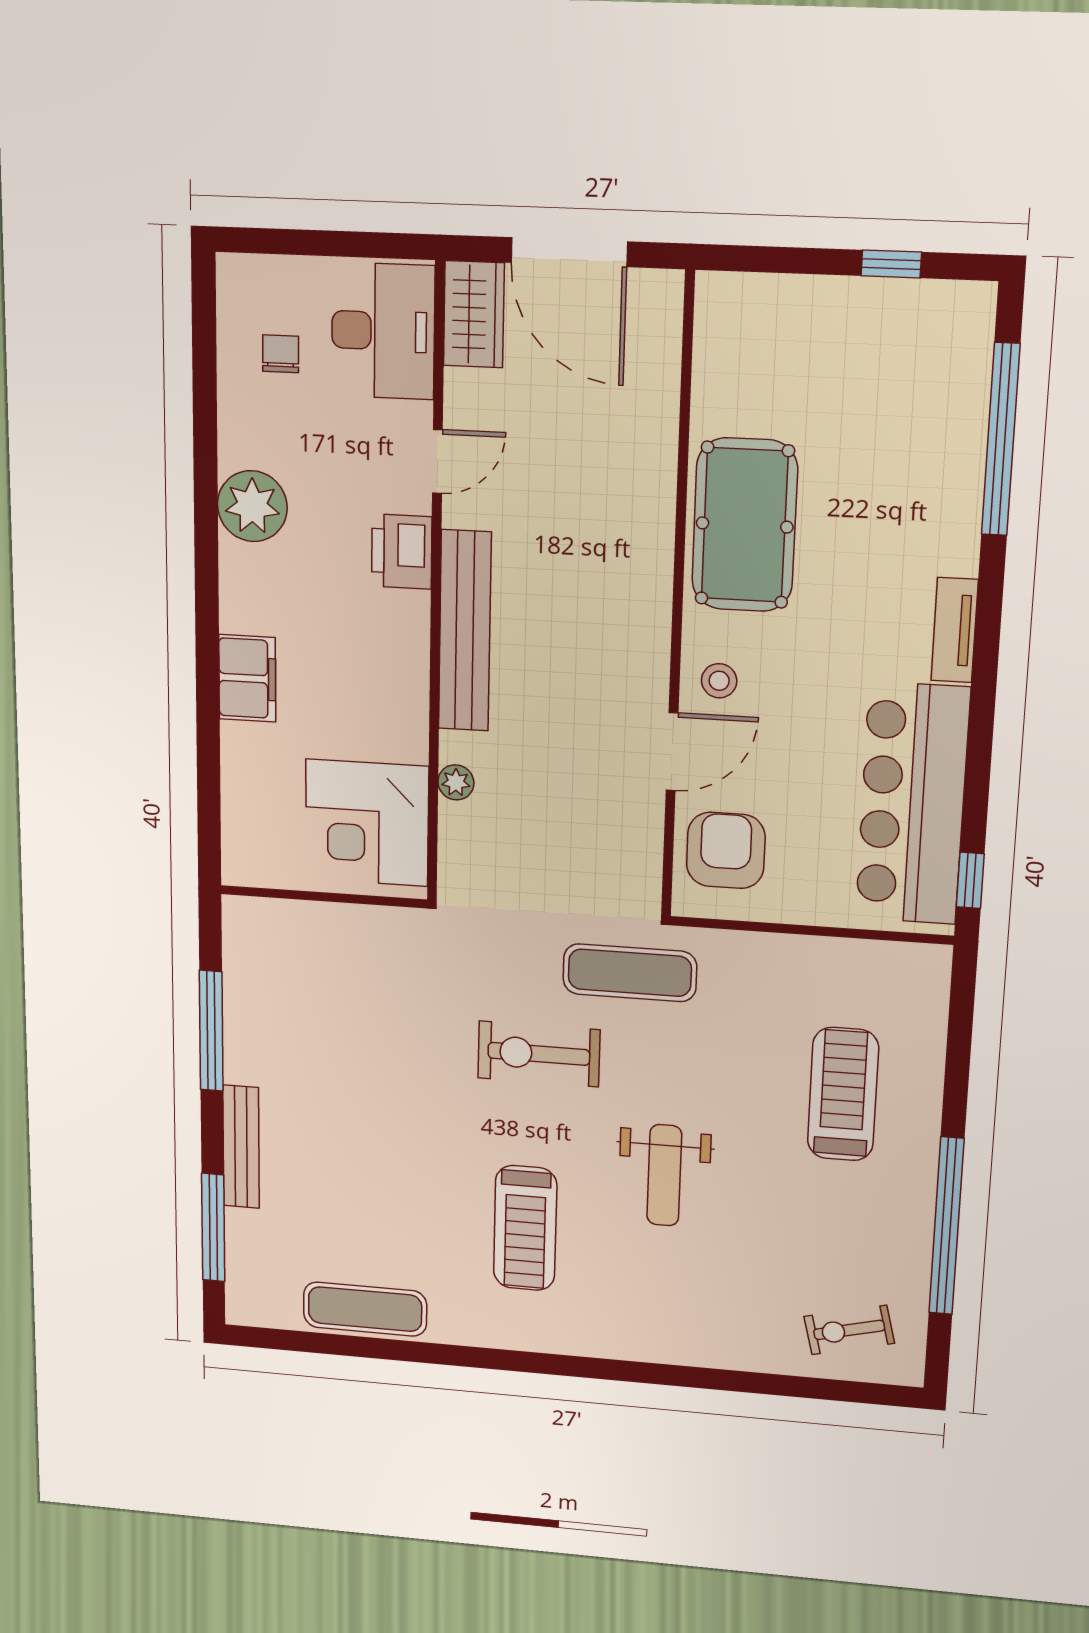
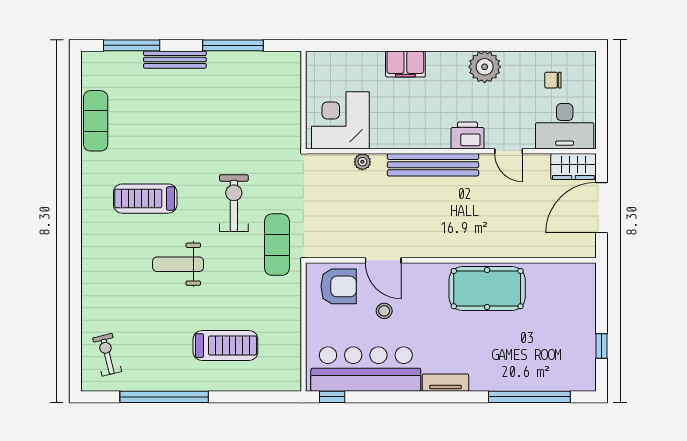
chair: (281, 354) -> (553, 80), turned 180
stool: (719, 681) -> (384, 311), moved

